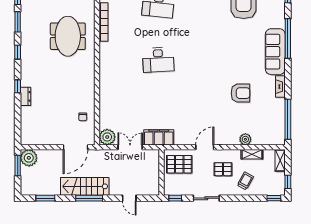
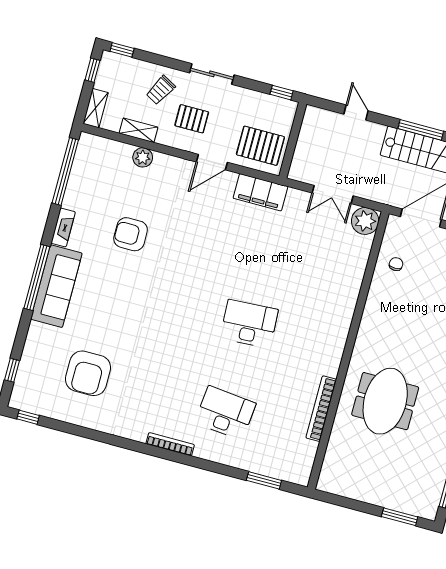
window: (288, 38) -> (37, 278), moved
filing cabinet: (159, 137) -> (260, 192), moved
sliding door: (206, 198) -> (212, 74), moved

